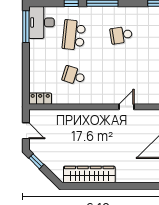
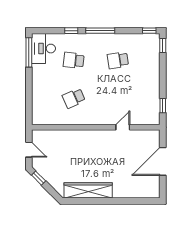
school desk: (74, 35) -> (74, 60), width x0.54
school desk: (74, 76) -> (74, 98), turned -42
locker: (40, 99) -> (42, 120), removed

